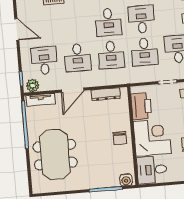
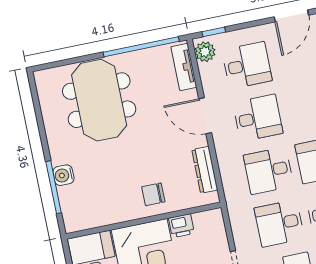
desk: (78, 58) -> (258, 118), turned 180
printer: (141, 106) -> (181, 226), width x0.53, depth x0.68
chair: (120, 138) -> (153, 194), moved
meeting table: (55, 155) -> (99, 100), turned 90
water cooler: (126, 180) -> (63, 175), moved

